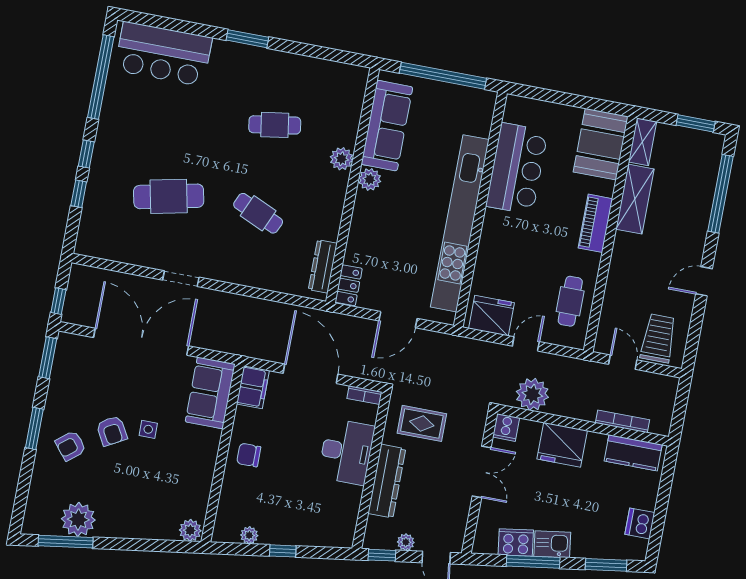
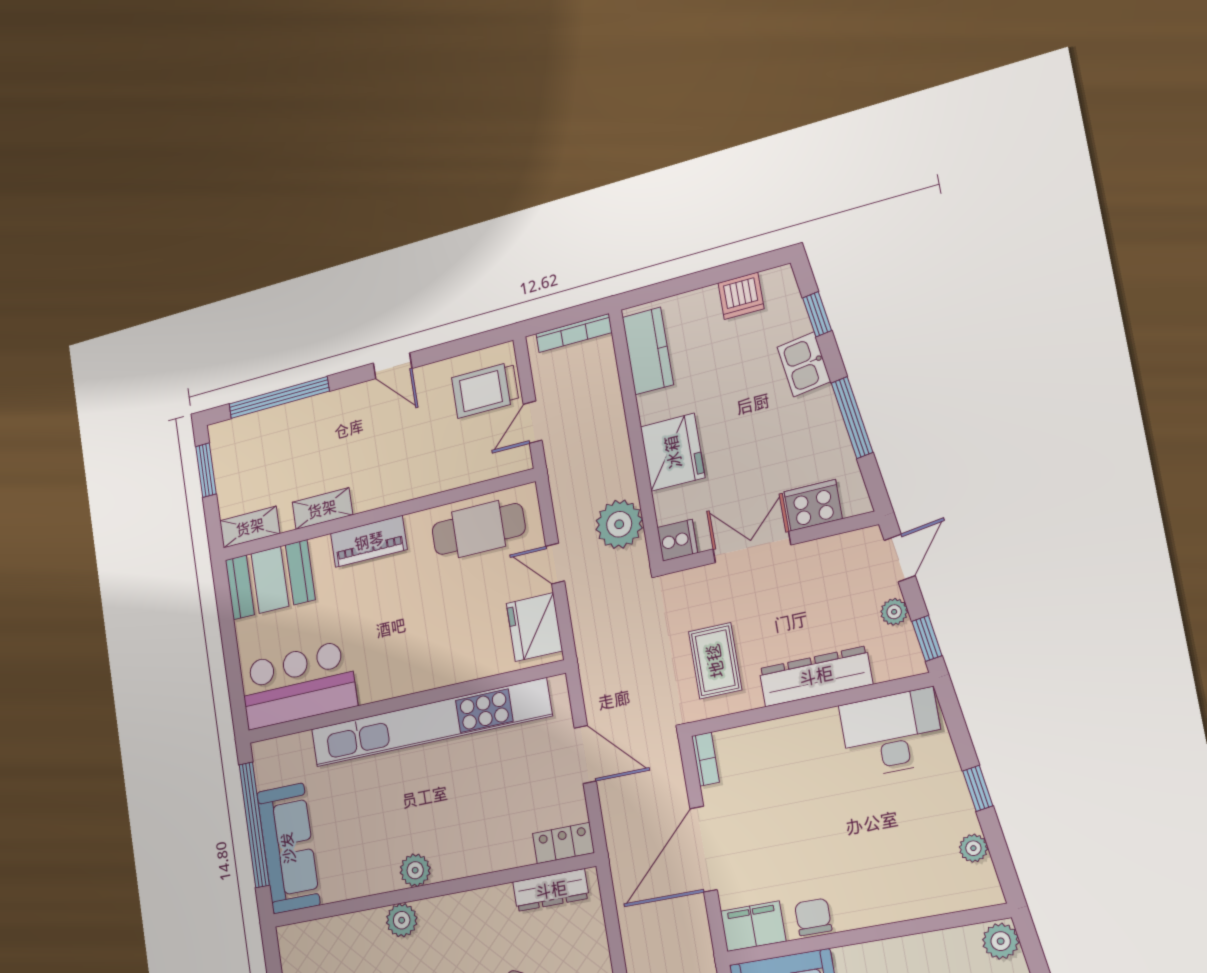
sofa: (387, 126) -> (288, 848), moved, turned 90
bar counter: (517, 169) -> (298, 685), moved
shelving: (635, 199) -> (322, 509), width x0.67, depth x0.75
cafe table: (570, 301) -> (479, 529), width x1.37, depth x1.35
bookcase: (622, 421) -> (574, 333), moved, turned -90
desk: (346, 452) -> (892, 733), moved
chair: (249, 455) -> (813, 917), moved, turned 180
cooker: (516, 542) -> (813, 505), moved, turned 98
kitchen sink: (552, 544) -> (804, 364), moved
window: (606, 565) -> (817, 314), width x0.67

